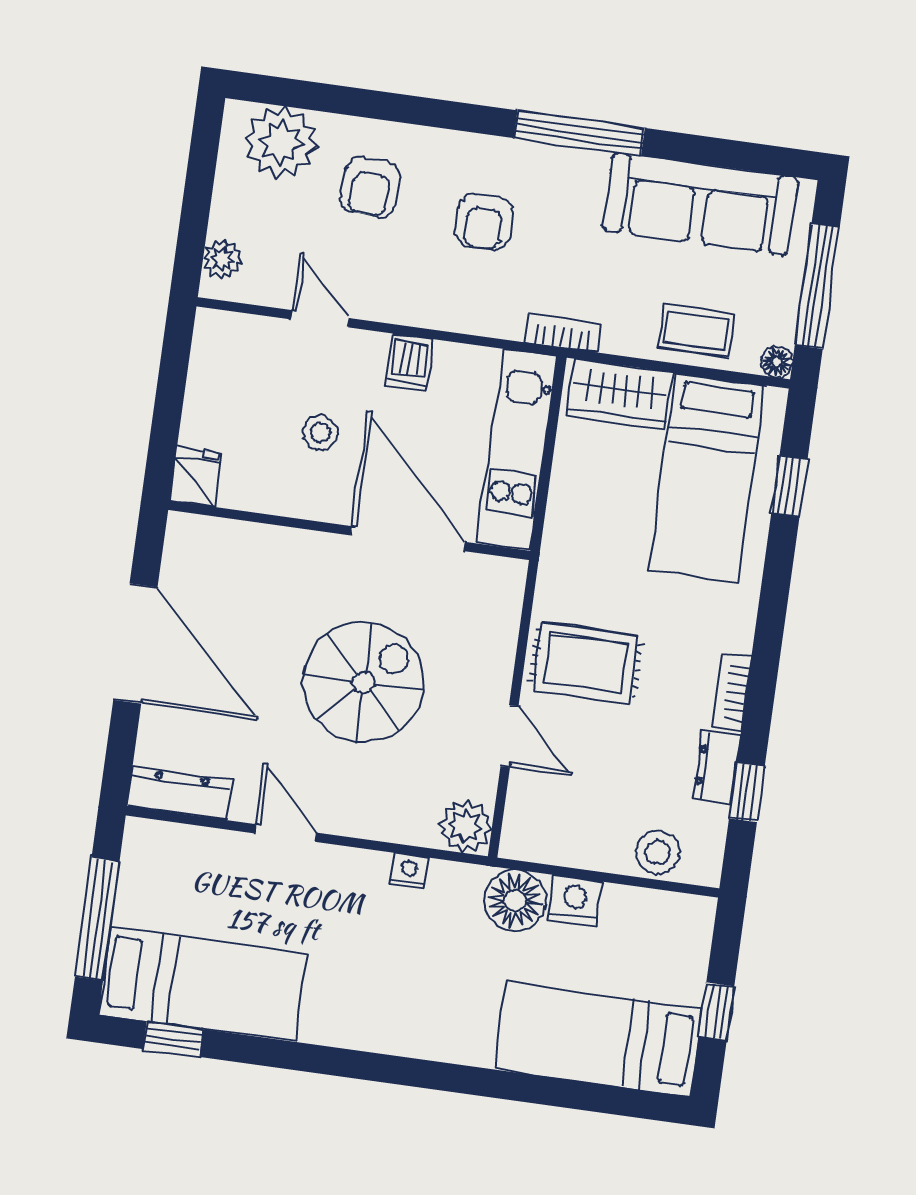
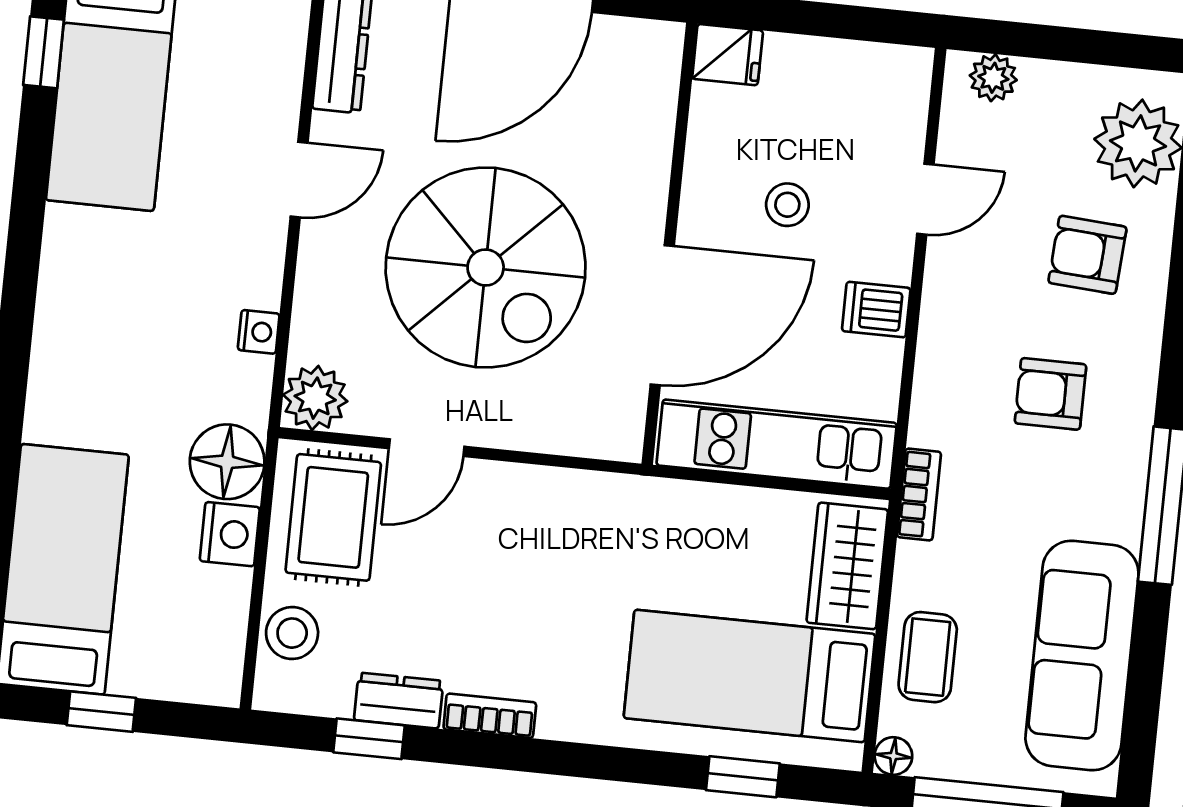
rug: (586, 663) -> (333, 517), moved
spiral stairs: (363, 682) -> (486, 267), width x1.37, depth x1.37

